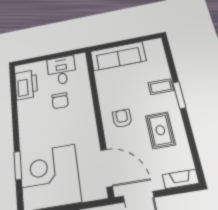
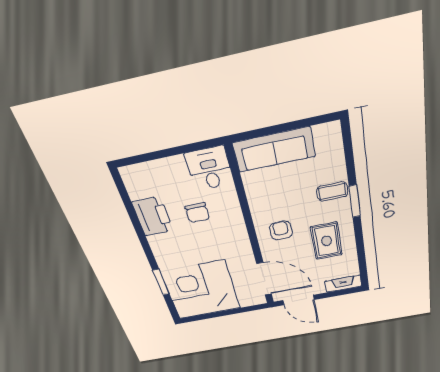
desk: (62, 70) -> (209, 169), moved
printer: (26, 85) -> (153, 216), moved

